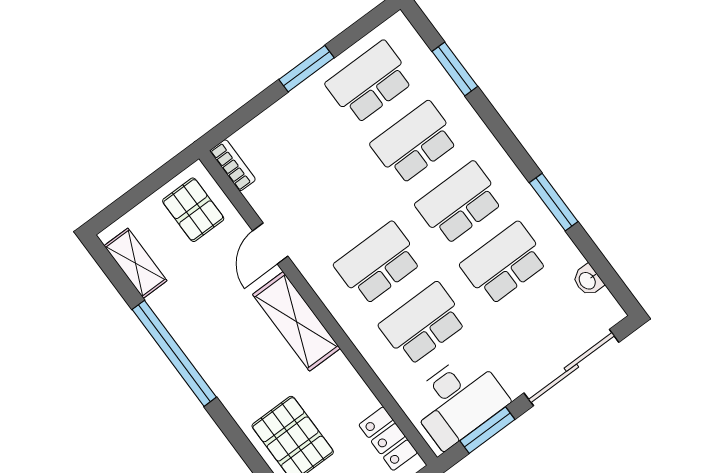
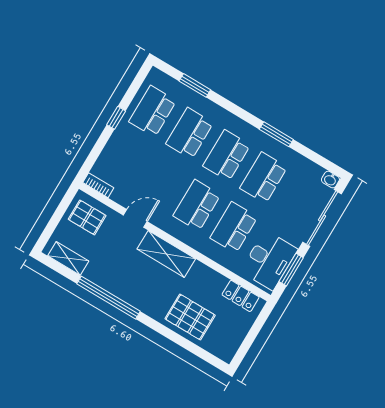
window: (307, 69) -> (116, 118), width x0.67
door: (270, 244) -> (135, 218), swing flipped
washbasin: (588, 280) -> (330, 180), moved

